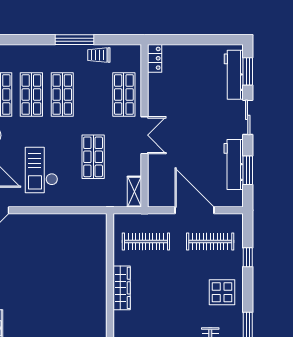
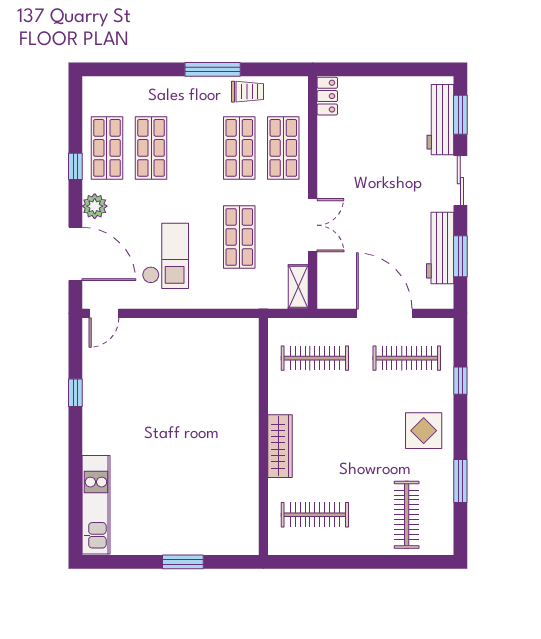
trolley: (99, 55) -> (248, 92), turned 180
shop shelf: (62, 95) -> (239, 148), moved
double door: (144, 135) -> (313, 225), moved
checkout: (41, 170) -> (165, 256), turned 180
wardrobe: (122, 288) -> (280, 446), moved

